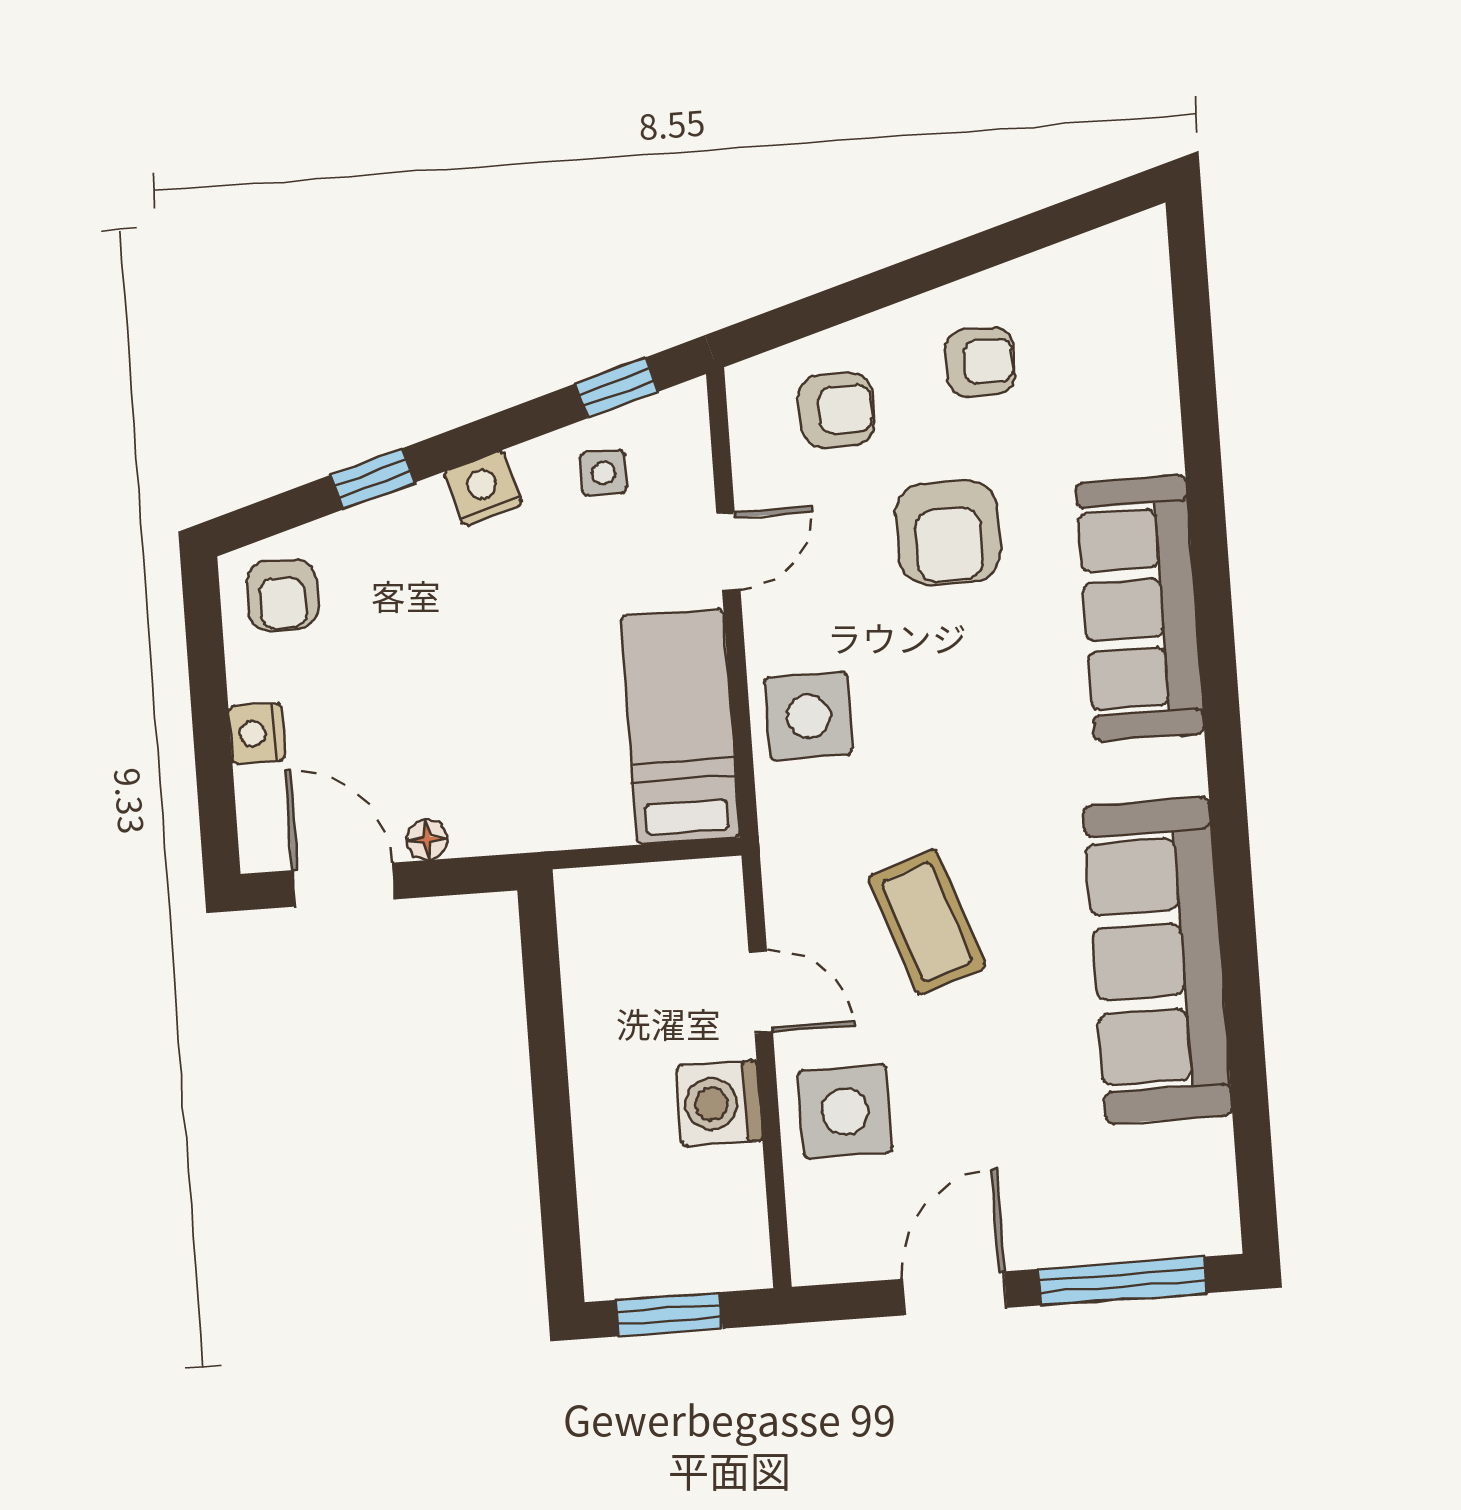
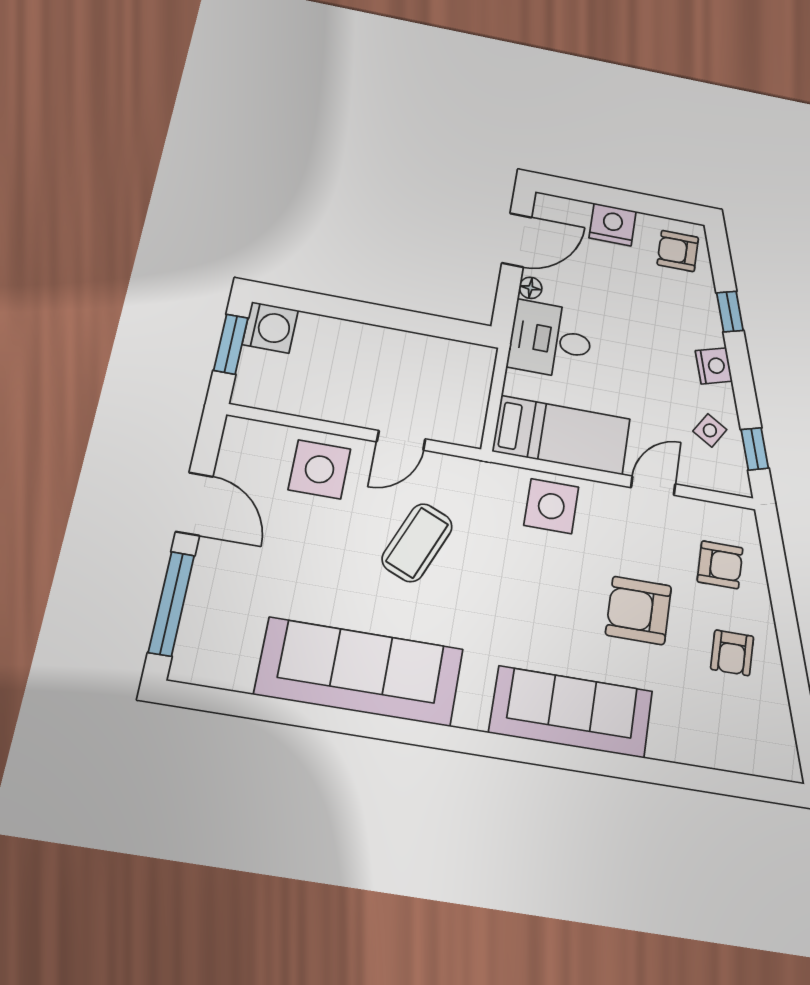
armchair: (836, 410) -> (720, 565), turned -90
side table: (604, 473) -> (710, 430), turned 32
door: (728, 552) -> (653, 486), swing flipped
nightstand: (257, 733) -> (613, 225), width x1.36, depth x1.33
desk: (514, 783) -> (551, 340), added
coffee table: (927, 922) -> (417, 543), turned -48
washing machine: (719, 1103) -> (270, 327), moved, turned 90

